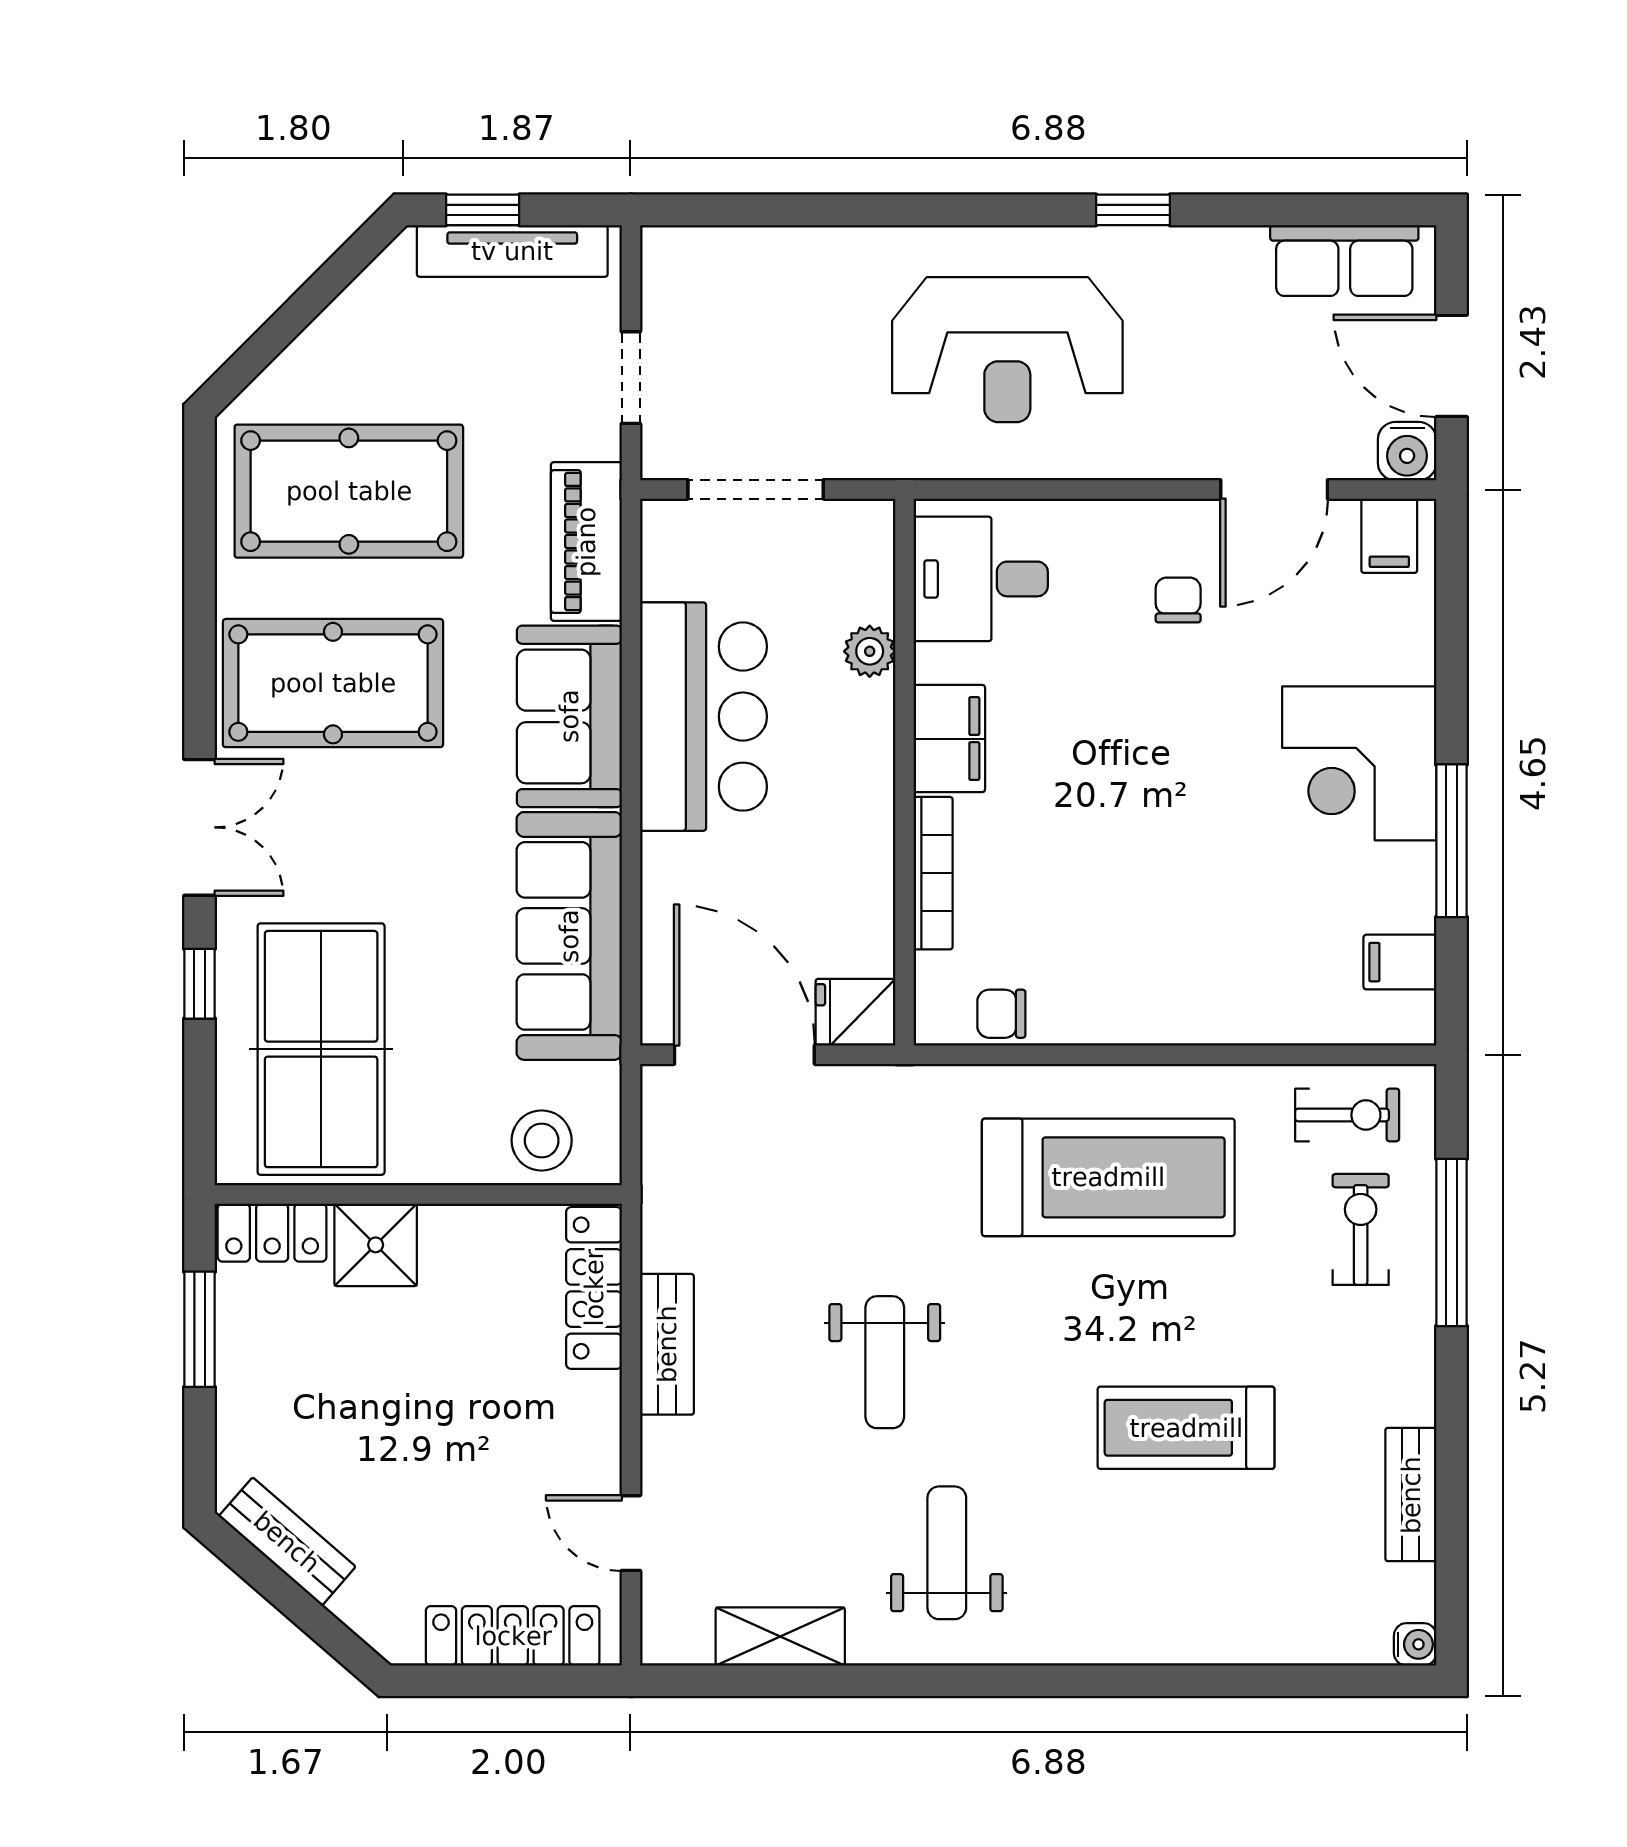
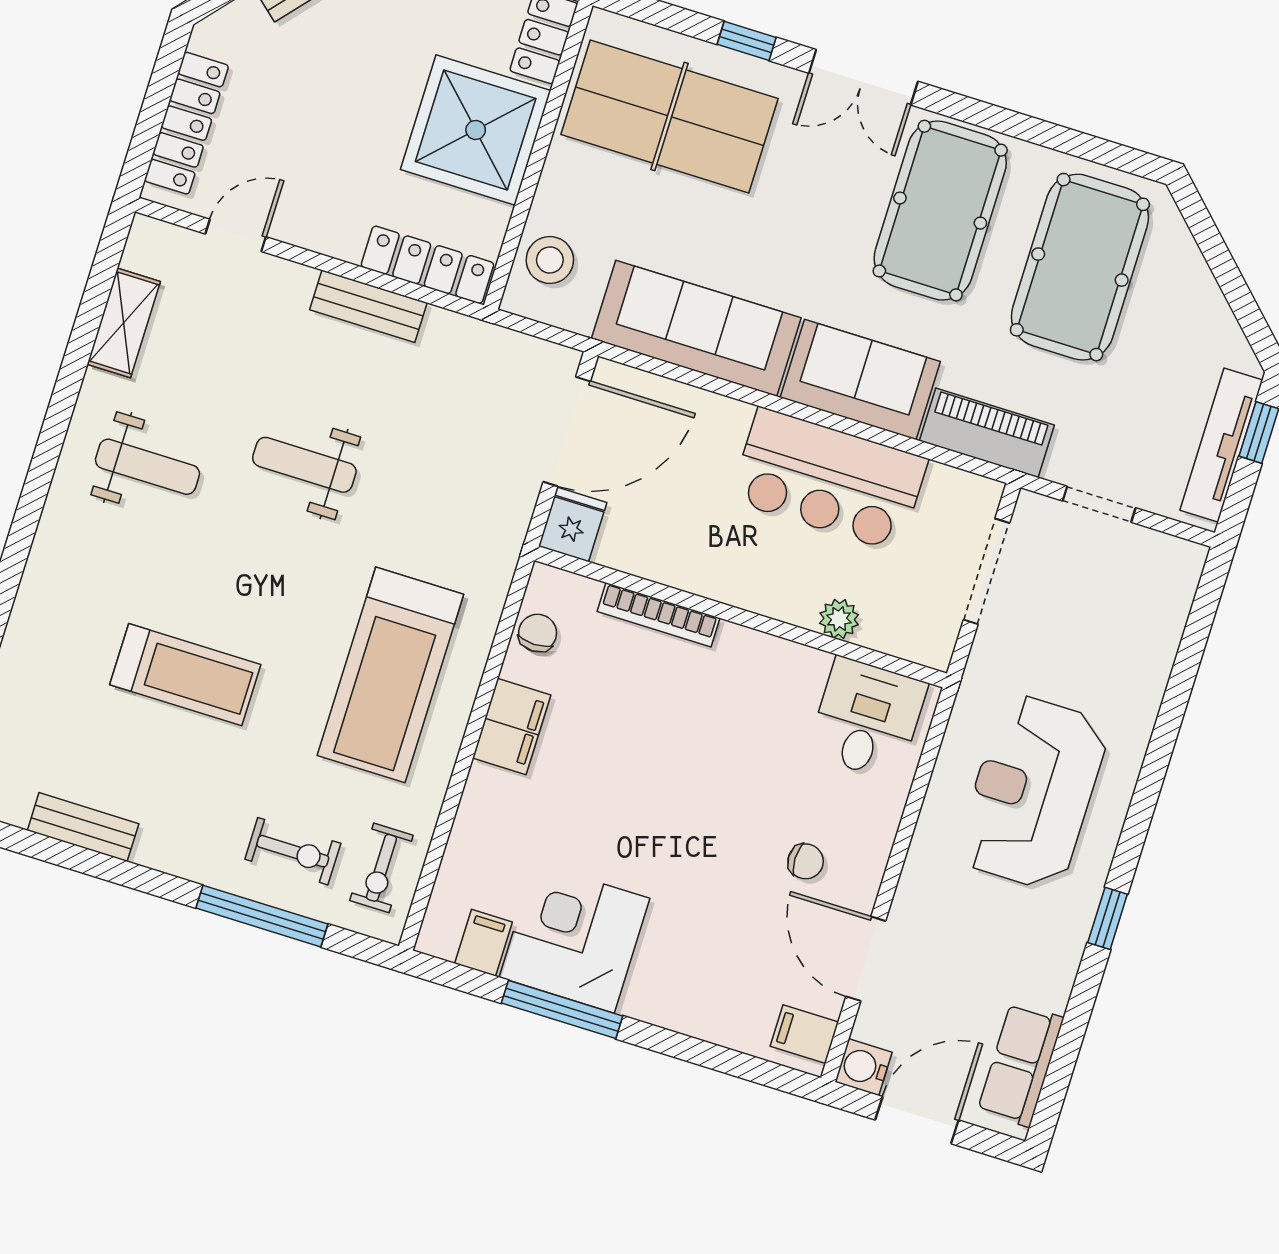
filing cabinet: (949, 739) -> (512, 726), moved, turned -90
corner desk: (1359, 763) -> (575, 938), moved
shower: (376, 1245) -> (476, 130), width x1.86, depth x1.86
treadmill: (1186, 1428) -> (185, 675), turned 90

